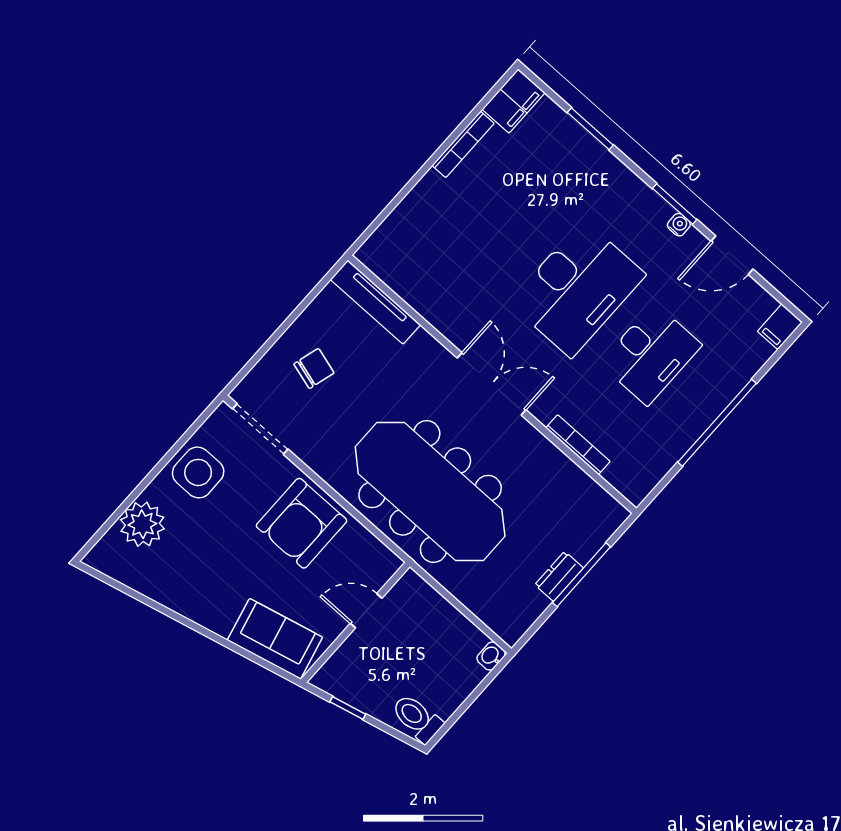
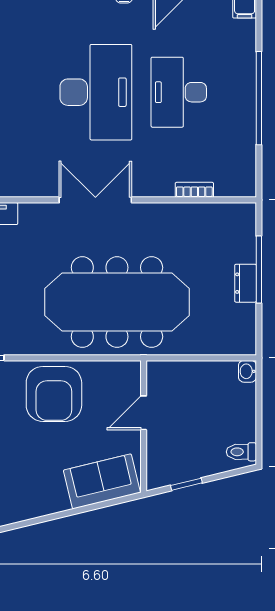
desk: (651, 354) -> (179, 92), turned 180
bookcase: (578, 445) -> (194, 190), width x0.64
toilet: (417, 718) -> (241, 452), width x0.73, depth x0.72

